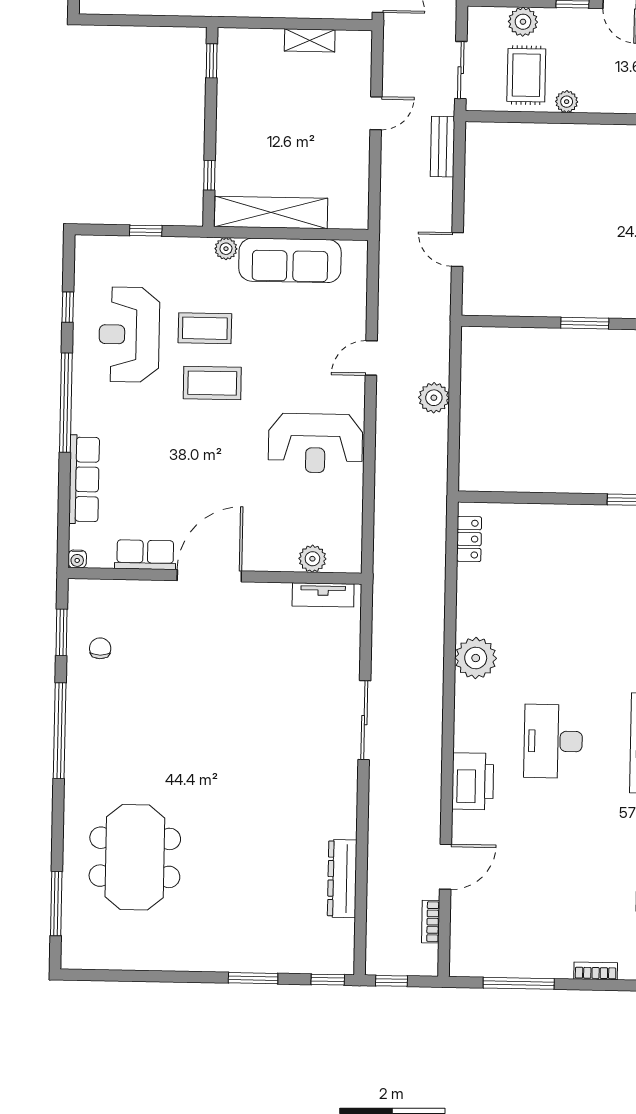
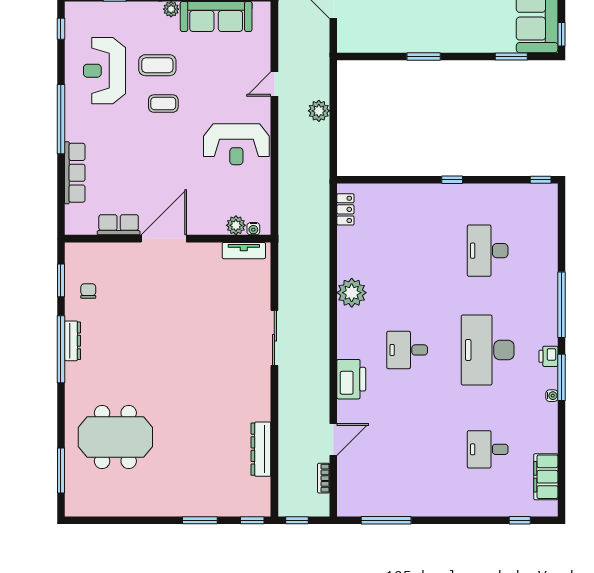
window: (68, 307) -> (61, 29), moved
coffee table: (212, 383) -> (163, 104), width x0.73, depth x0.77
water cooler: (77, 559) -> (253, 229), moved
dresser: (76, 719) -> (72, 341), added
desk: (553, 741) -> (407, 350), width x0.73
meeting table: (135, 857) -> (115, 437), turned 90
bookcase: (596, 971) -> (440, 510), removed

